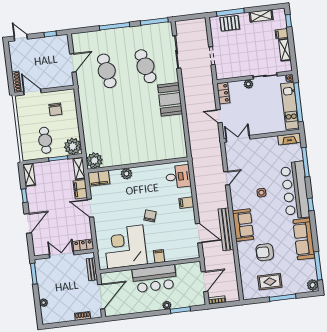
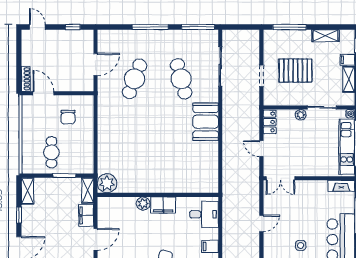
pallet: (230, 23) -> (295, 71), moved, width x1.50, depth x1.42
cafe table: (107, 71) -> (135, 79), turned 30
double door: (238, 139) -> (280, 178), swing flipped
plant: (73, 146) -> (83, 163), removed
filing cabinet: (99, 178) -> (163, 205), moved
door: (90, 208) -> (95, 239), swing flipped

